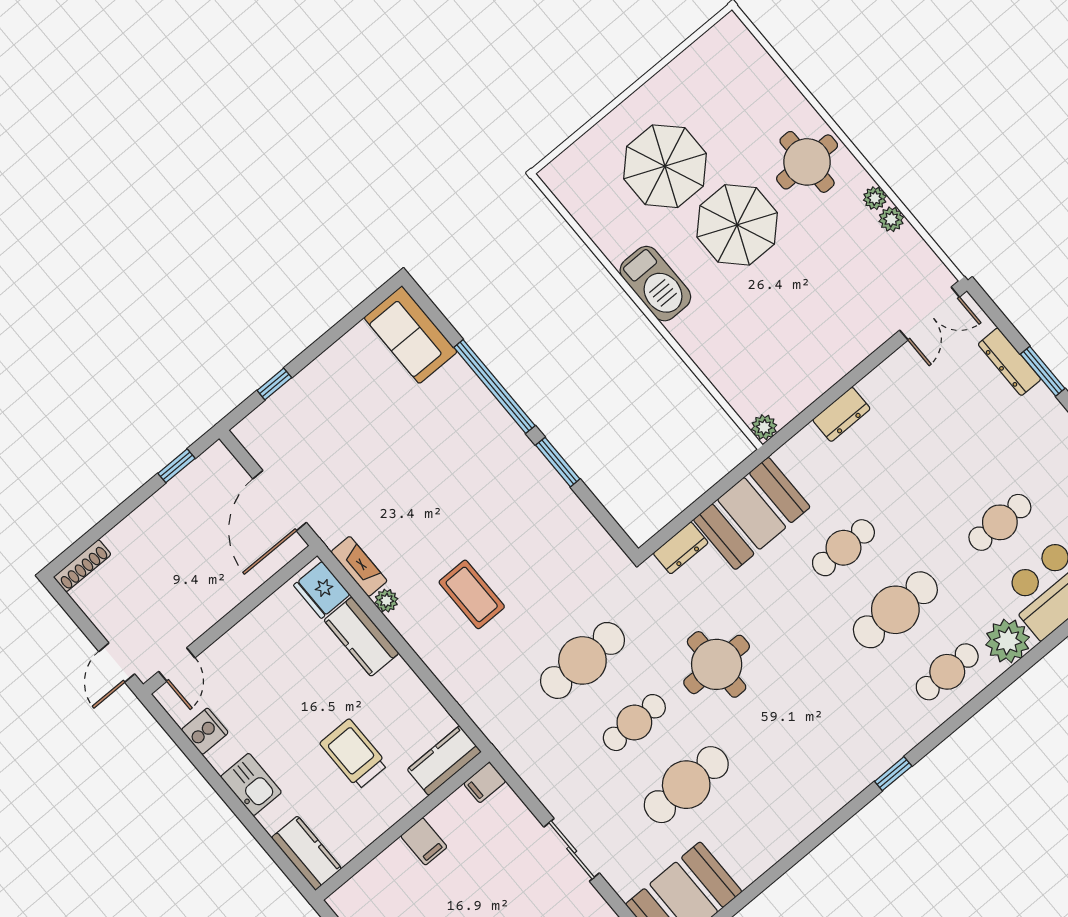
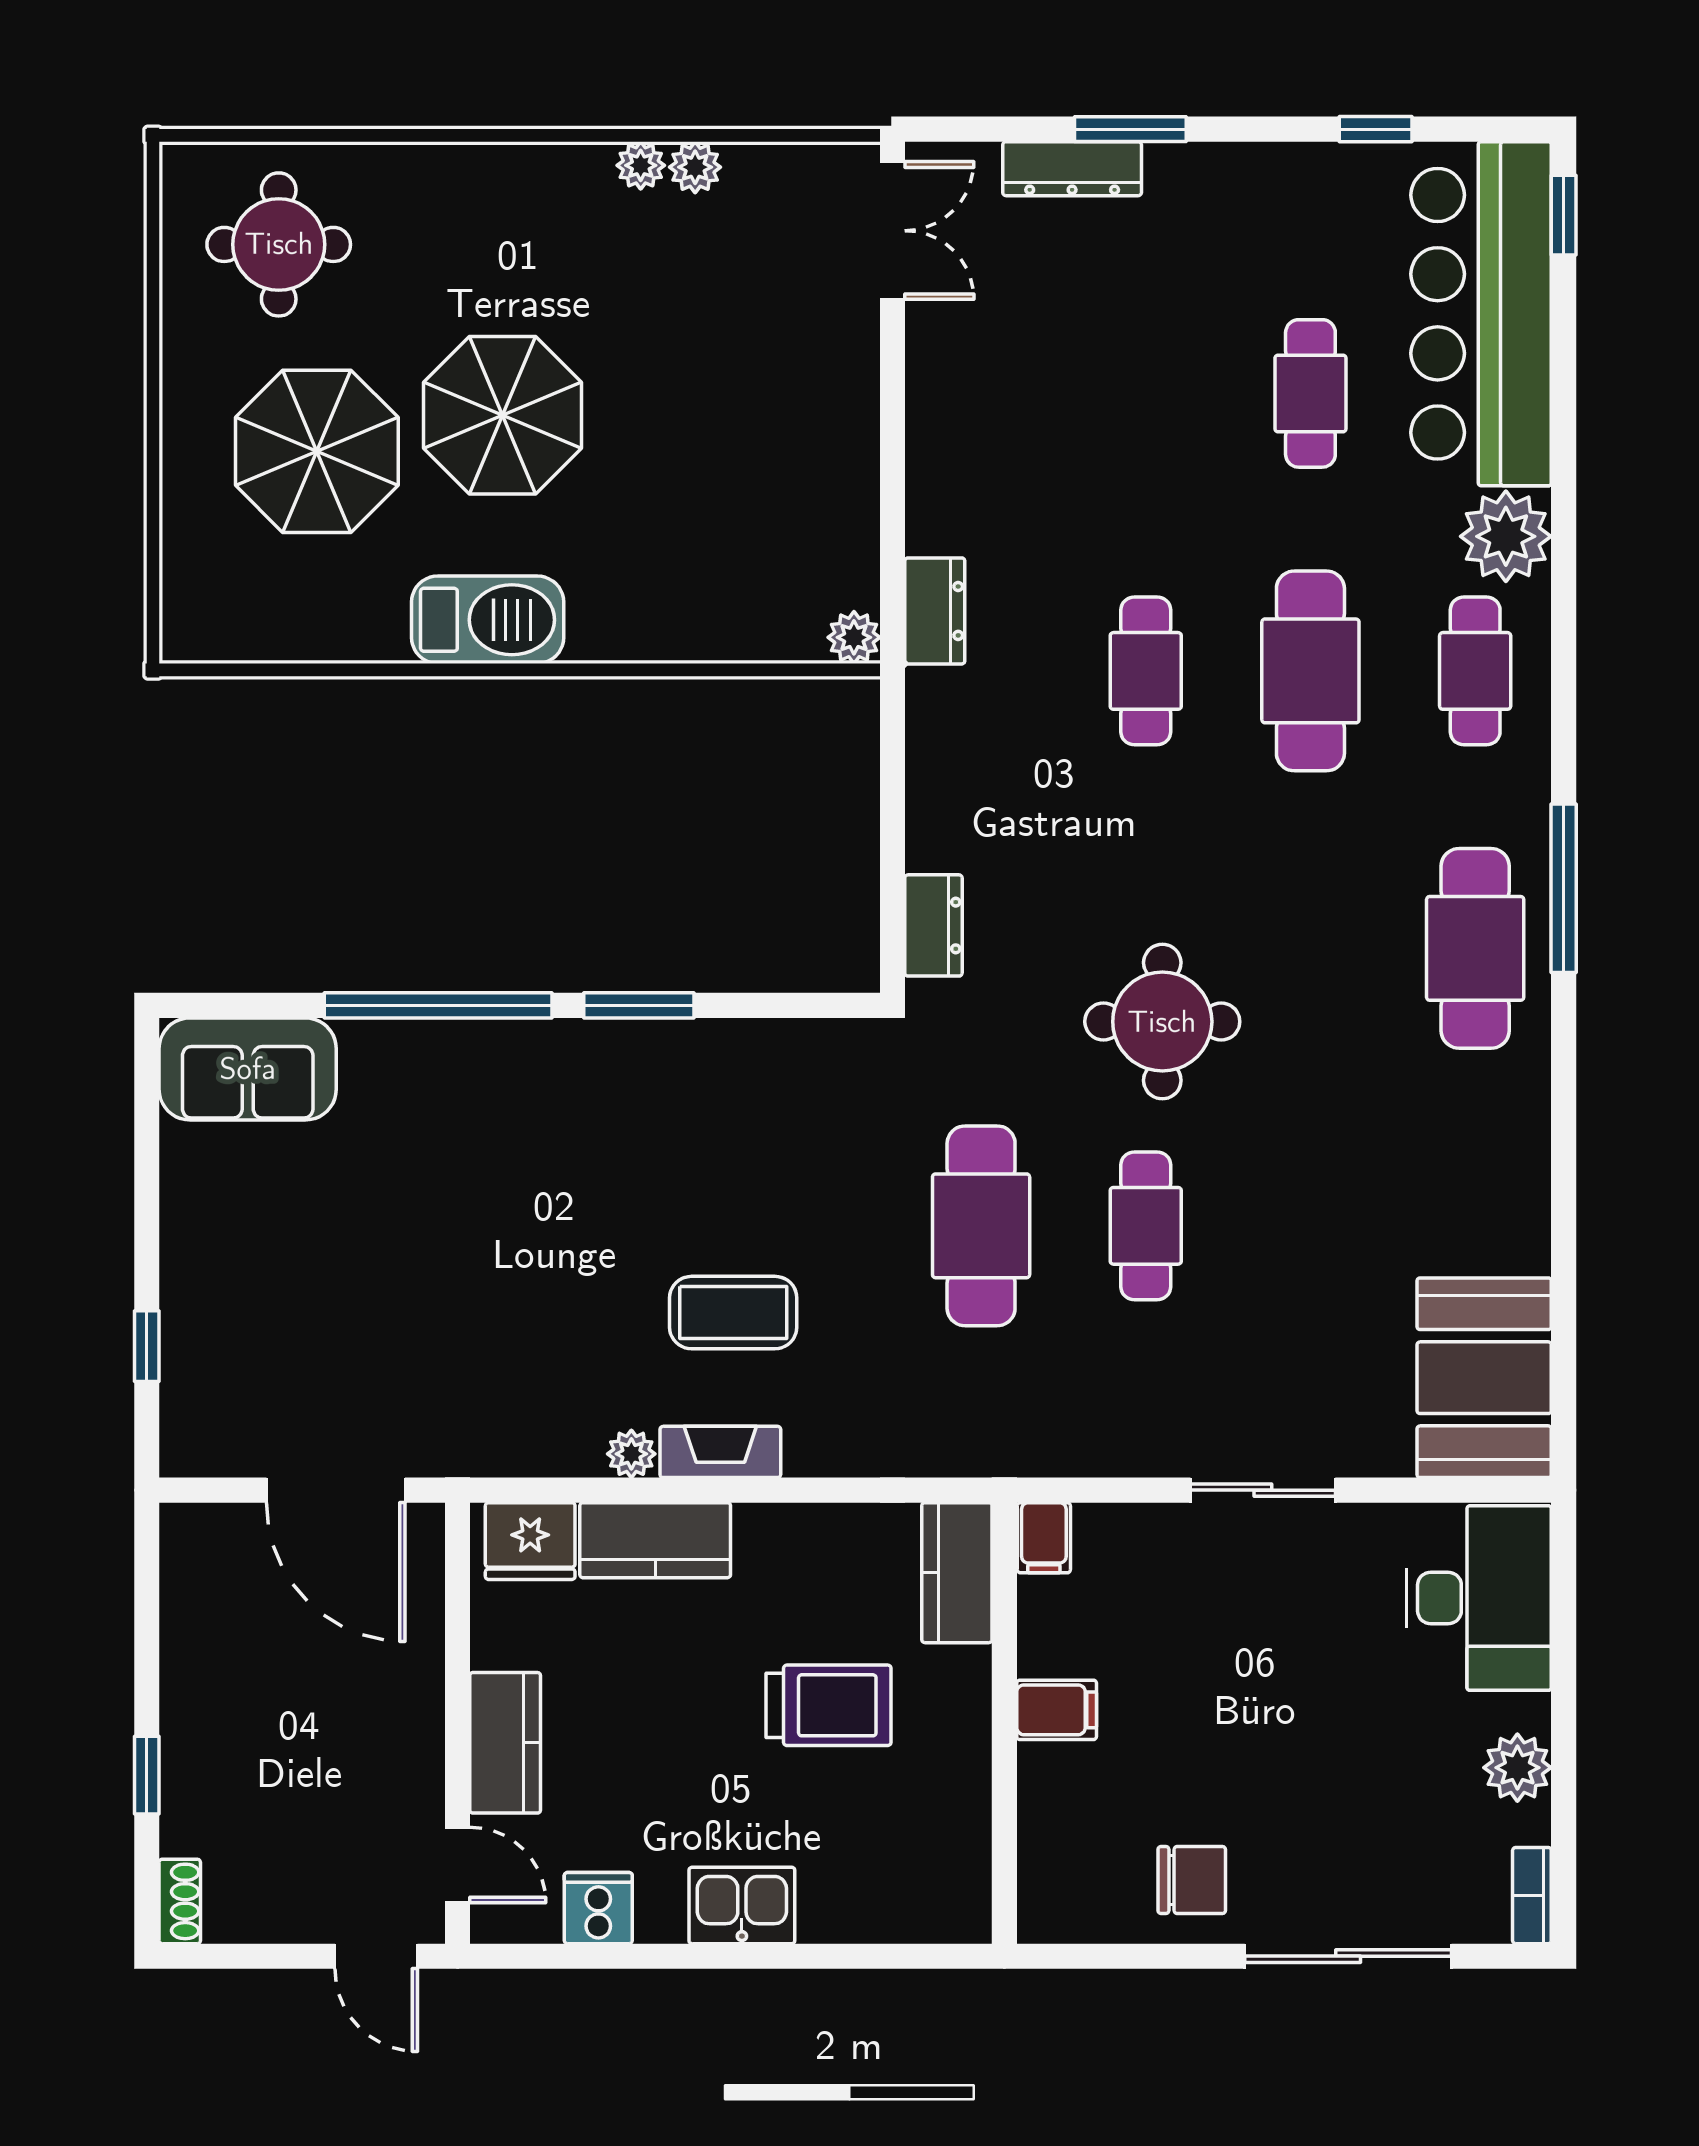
round table: (807, 162) -> (279, 244), moved
dresser: (841, 414) -> (935, 611), moved
window: (176, 466) -> (147, 1775), moved
booth: (752, 513) -> (972, 769), removed
shoe rack: (82, 566) -> (180, 1901), width x0.70
fireplace: (359, 566) -> (720, 1452), moved
trolley: (354, 754) -> (829, 1705), turned 180
window: (893, 774) -> (1564, 888), width x2.17
cafe table: (686, 785) -> (1475, 948), moved
kitchen counter: (306, 853) -> (505, 1743), moved, turned 90

